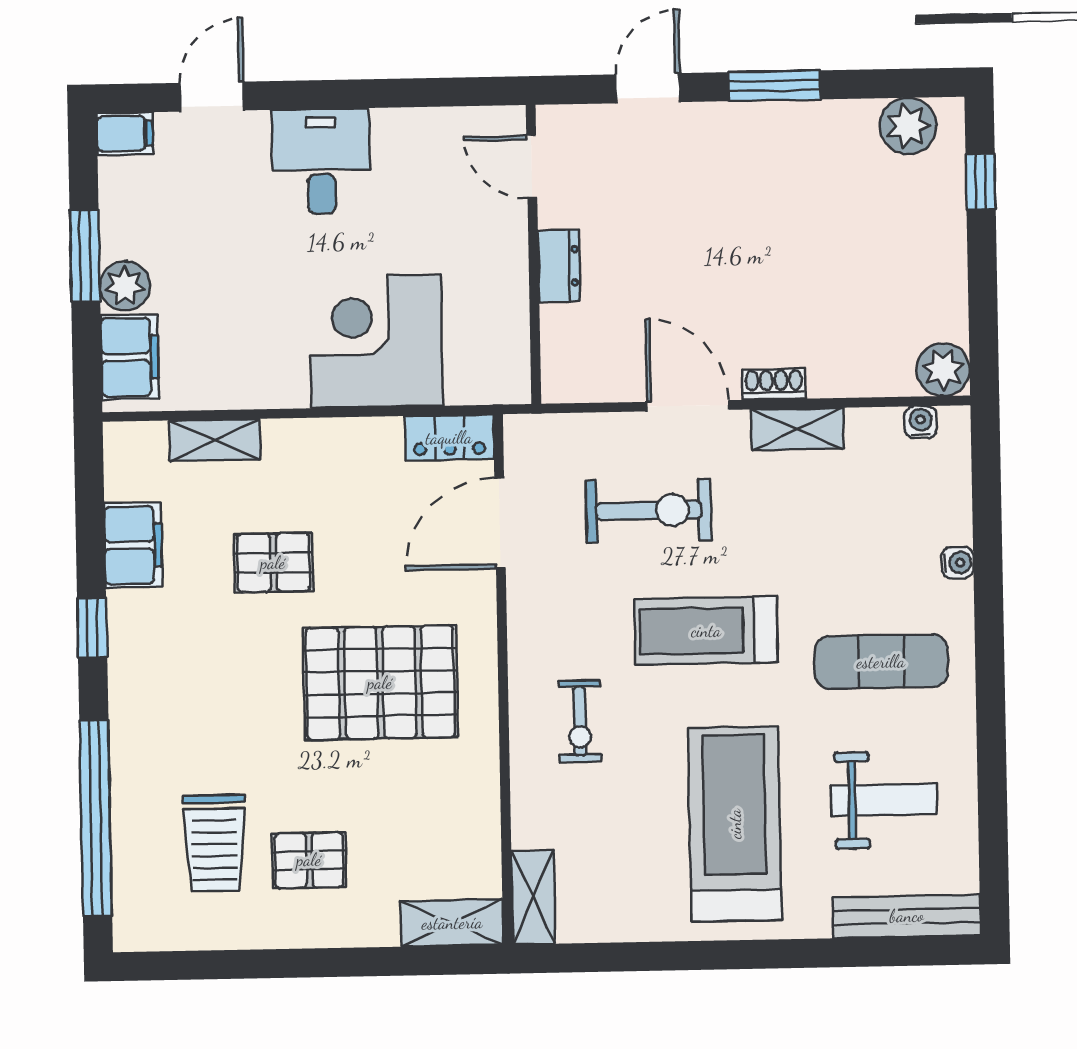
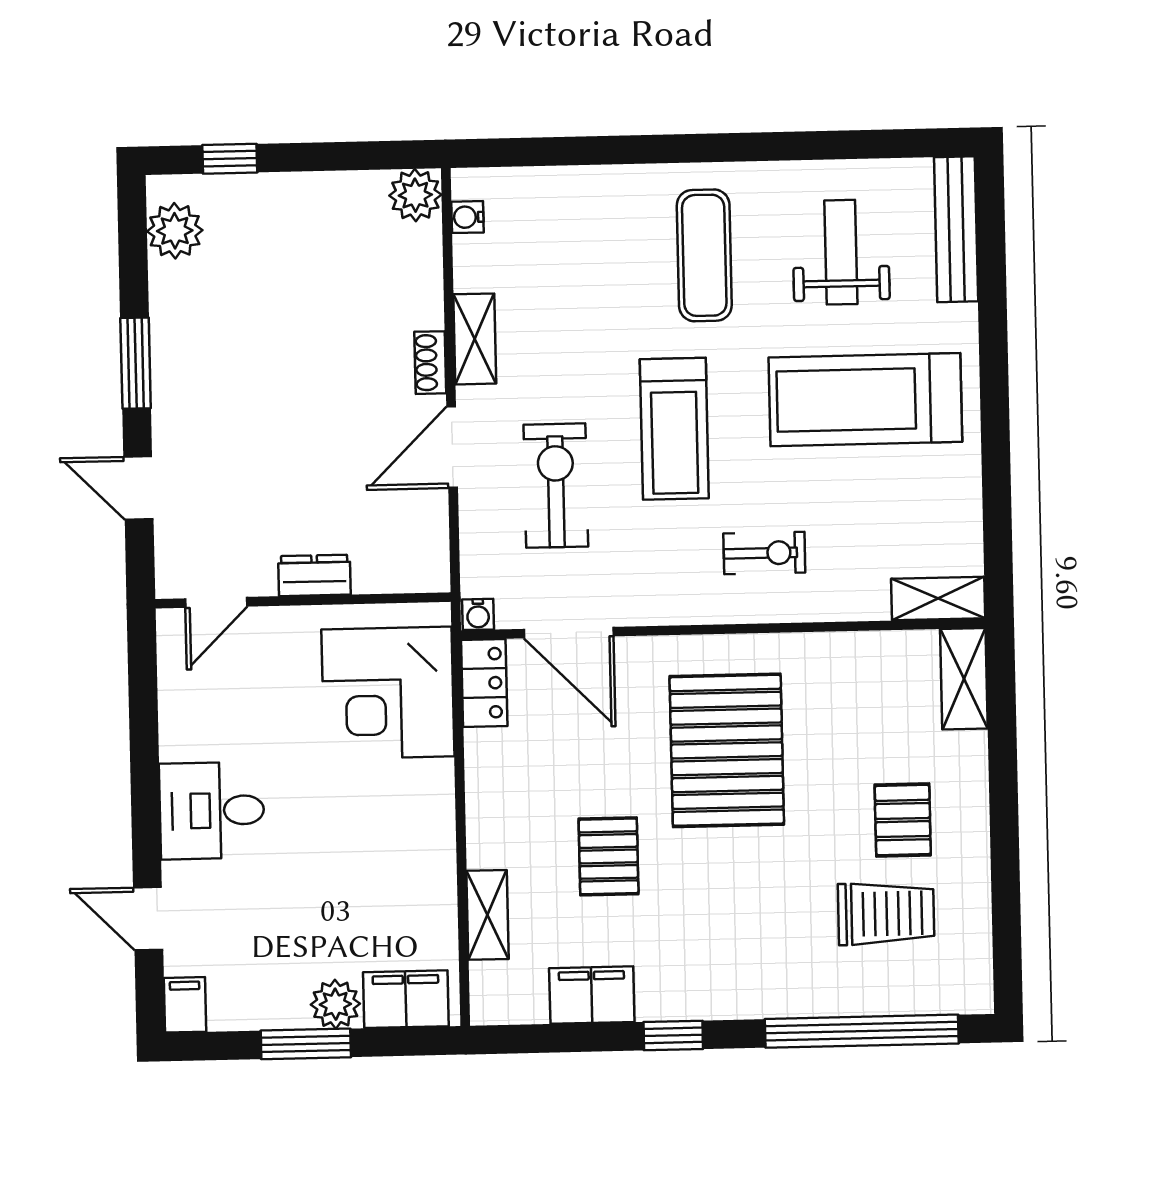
corner desk: (376, 341) -> (388, 693), moved
water cooler: (958, 563) -> (478, 614), moved, turned 180

